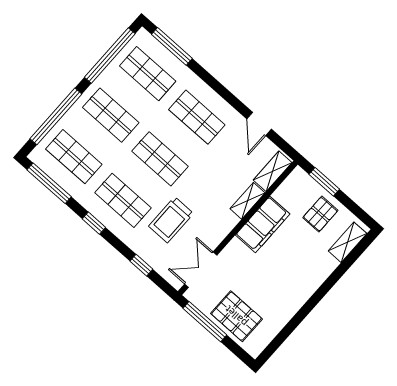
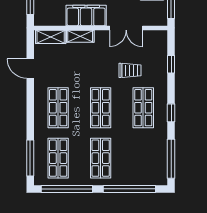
door: (259, 124) -> (30, 69), swing flipped
shop shelf: (74, 157) -> (143, 158), removed
trolley: (171, 220) -> (130, 70), width x0.73, depth x0.72
double door: (201, 270) -> (126, 28), moved

